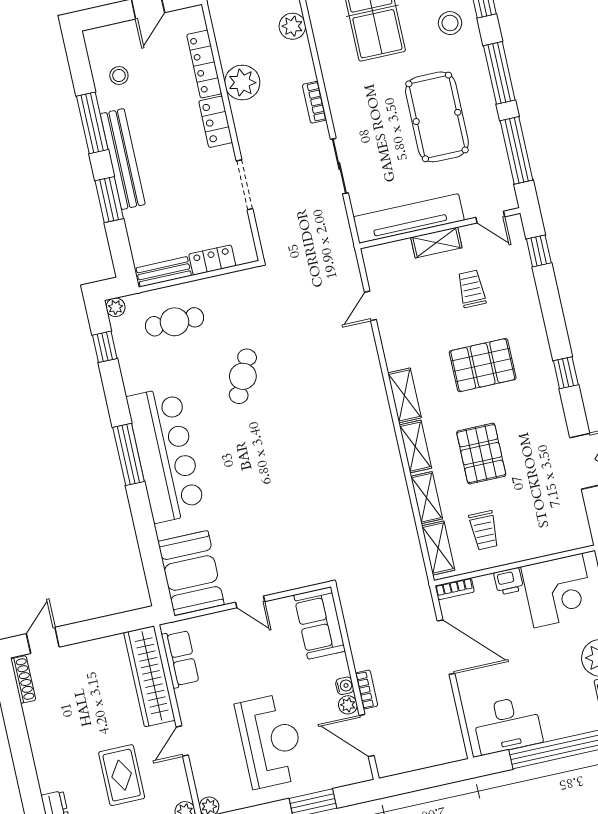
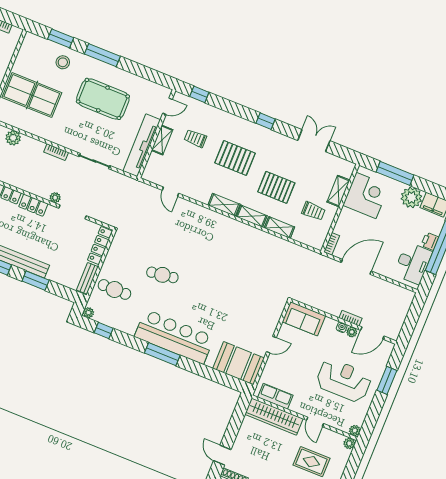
plant: (242, 83) -> (55, 198), moved, width x0.53, depth x0.53
window: (517, 150) -> (145, 72), removed
locker: (212, 260) -> (100, 246), width x1.53
cafe table: (175, 322) -> (114, 289), turned 90
pallet: (483, 365) -> (235, 158), turned 90
cafe table: (243, 376) -> (162, 275), turned -33
shelving: (438, 548) -> (338, 191), moved, turned 90
printer: (509, 581) -> (430, 241), moved, turned 180

